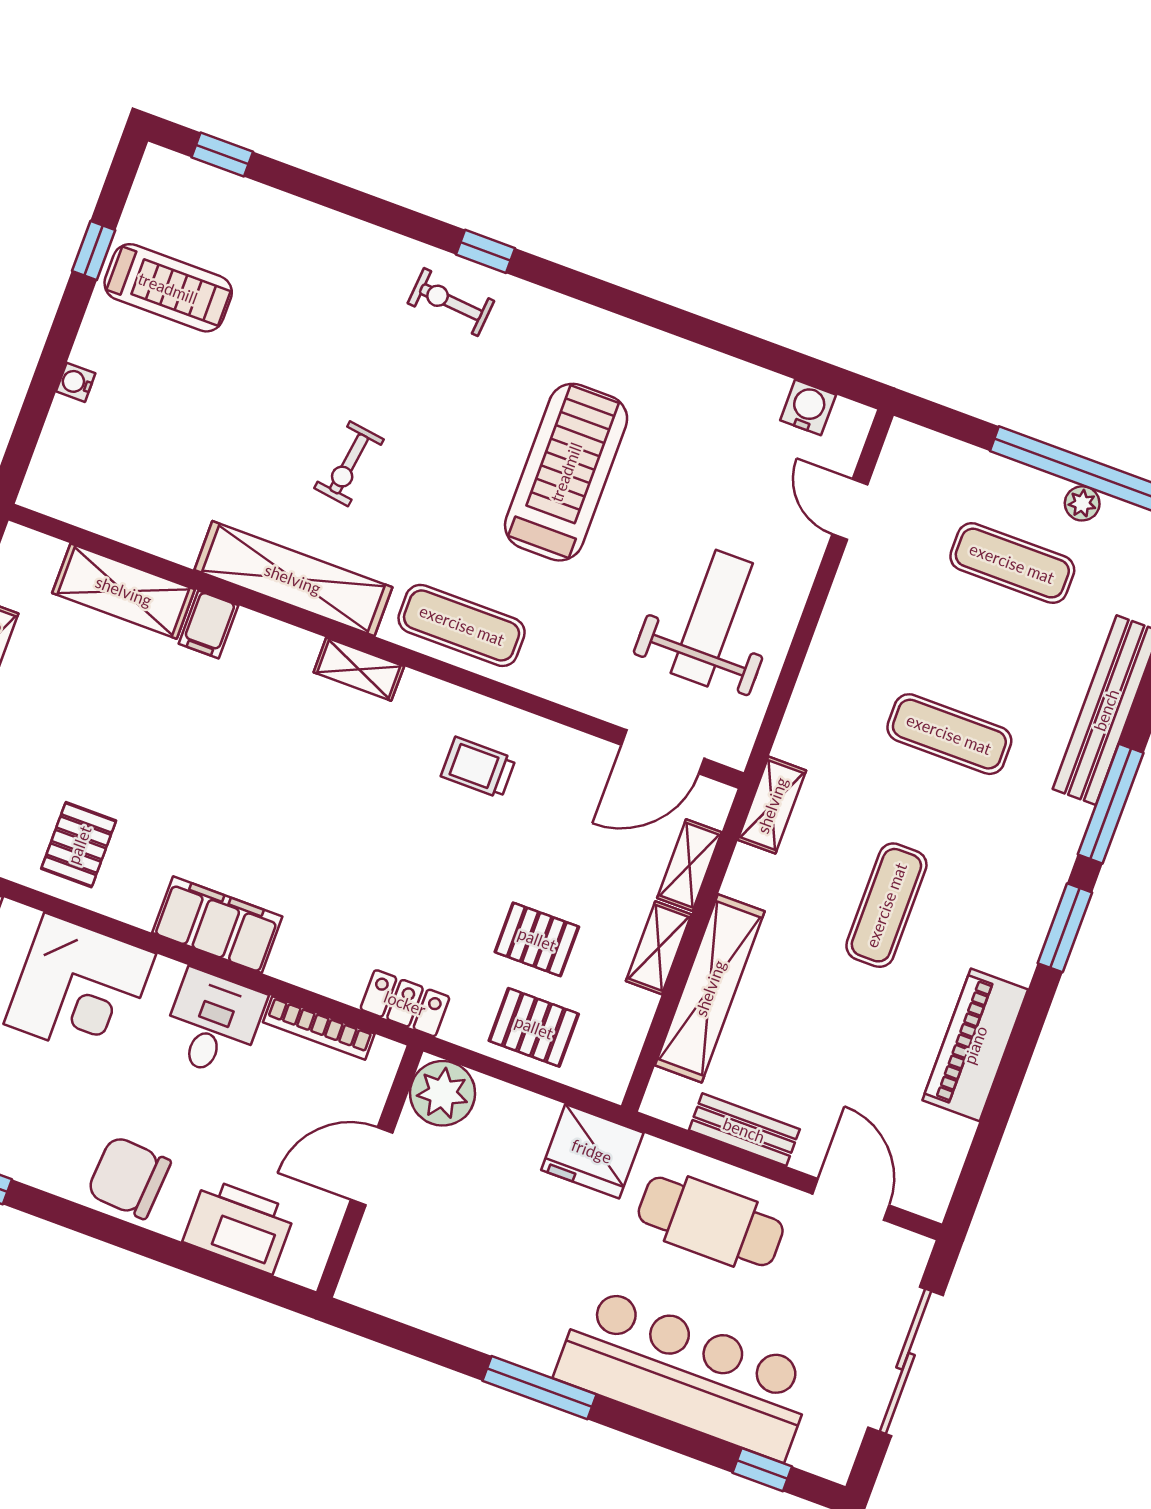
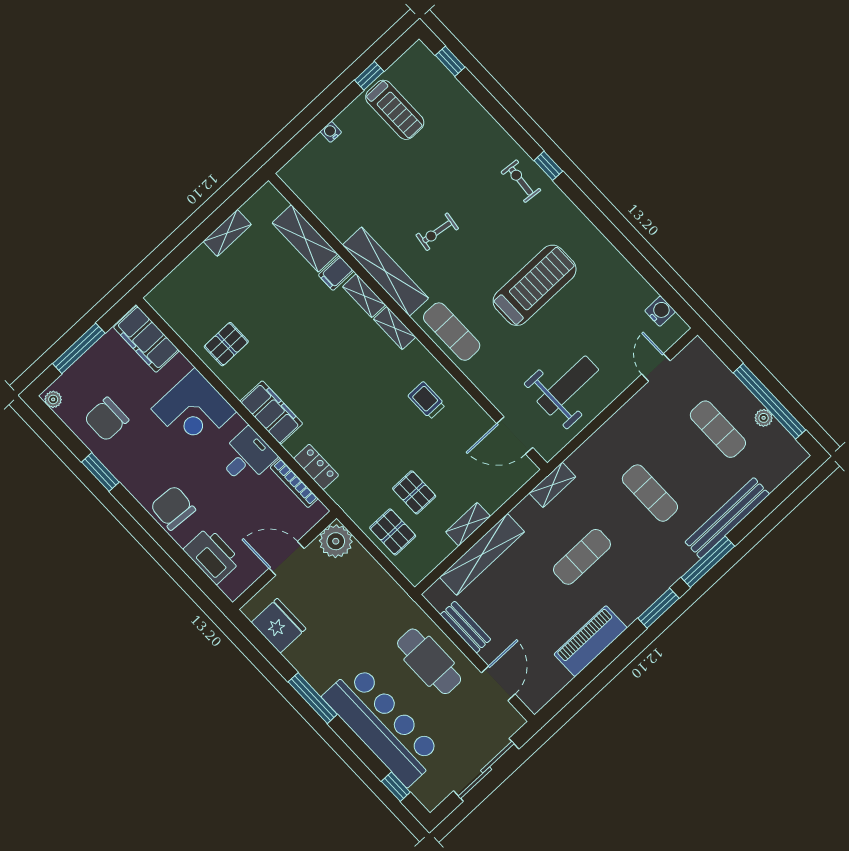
shelving: (689, 865) -> (364, 296), moved, turned 90
locker: (405, 1003) -> (316, 467), moved
fridge: (592, 1151) -> (279, 626), moved, turned 180

